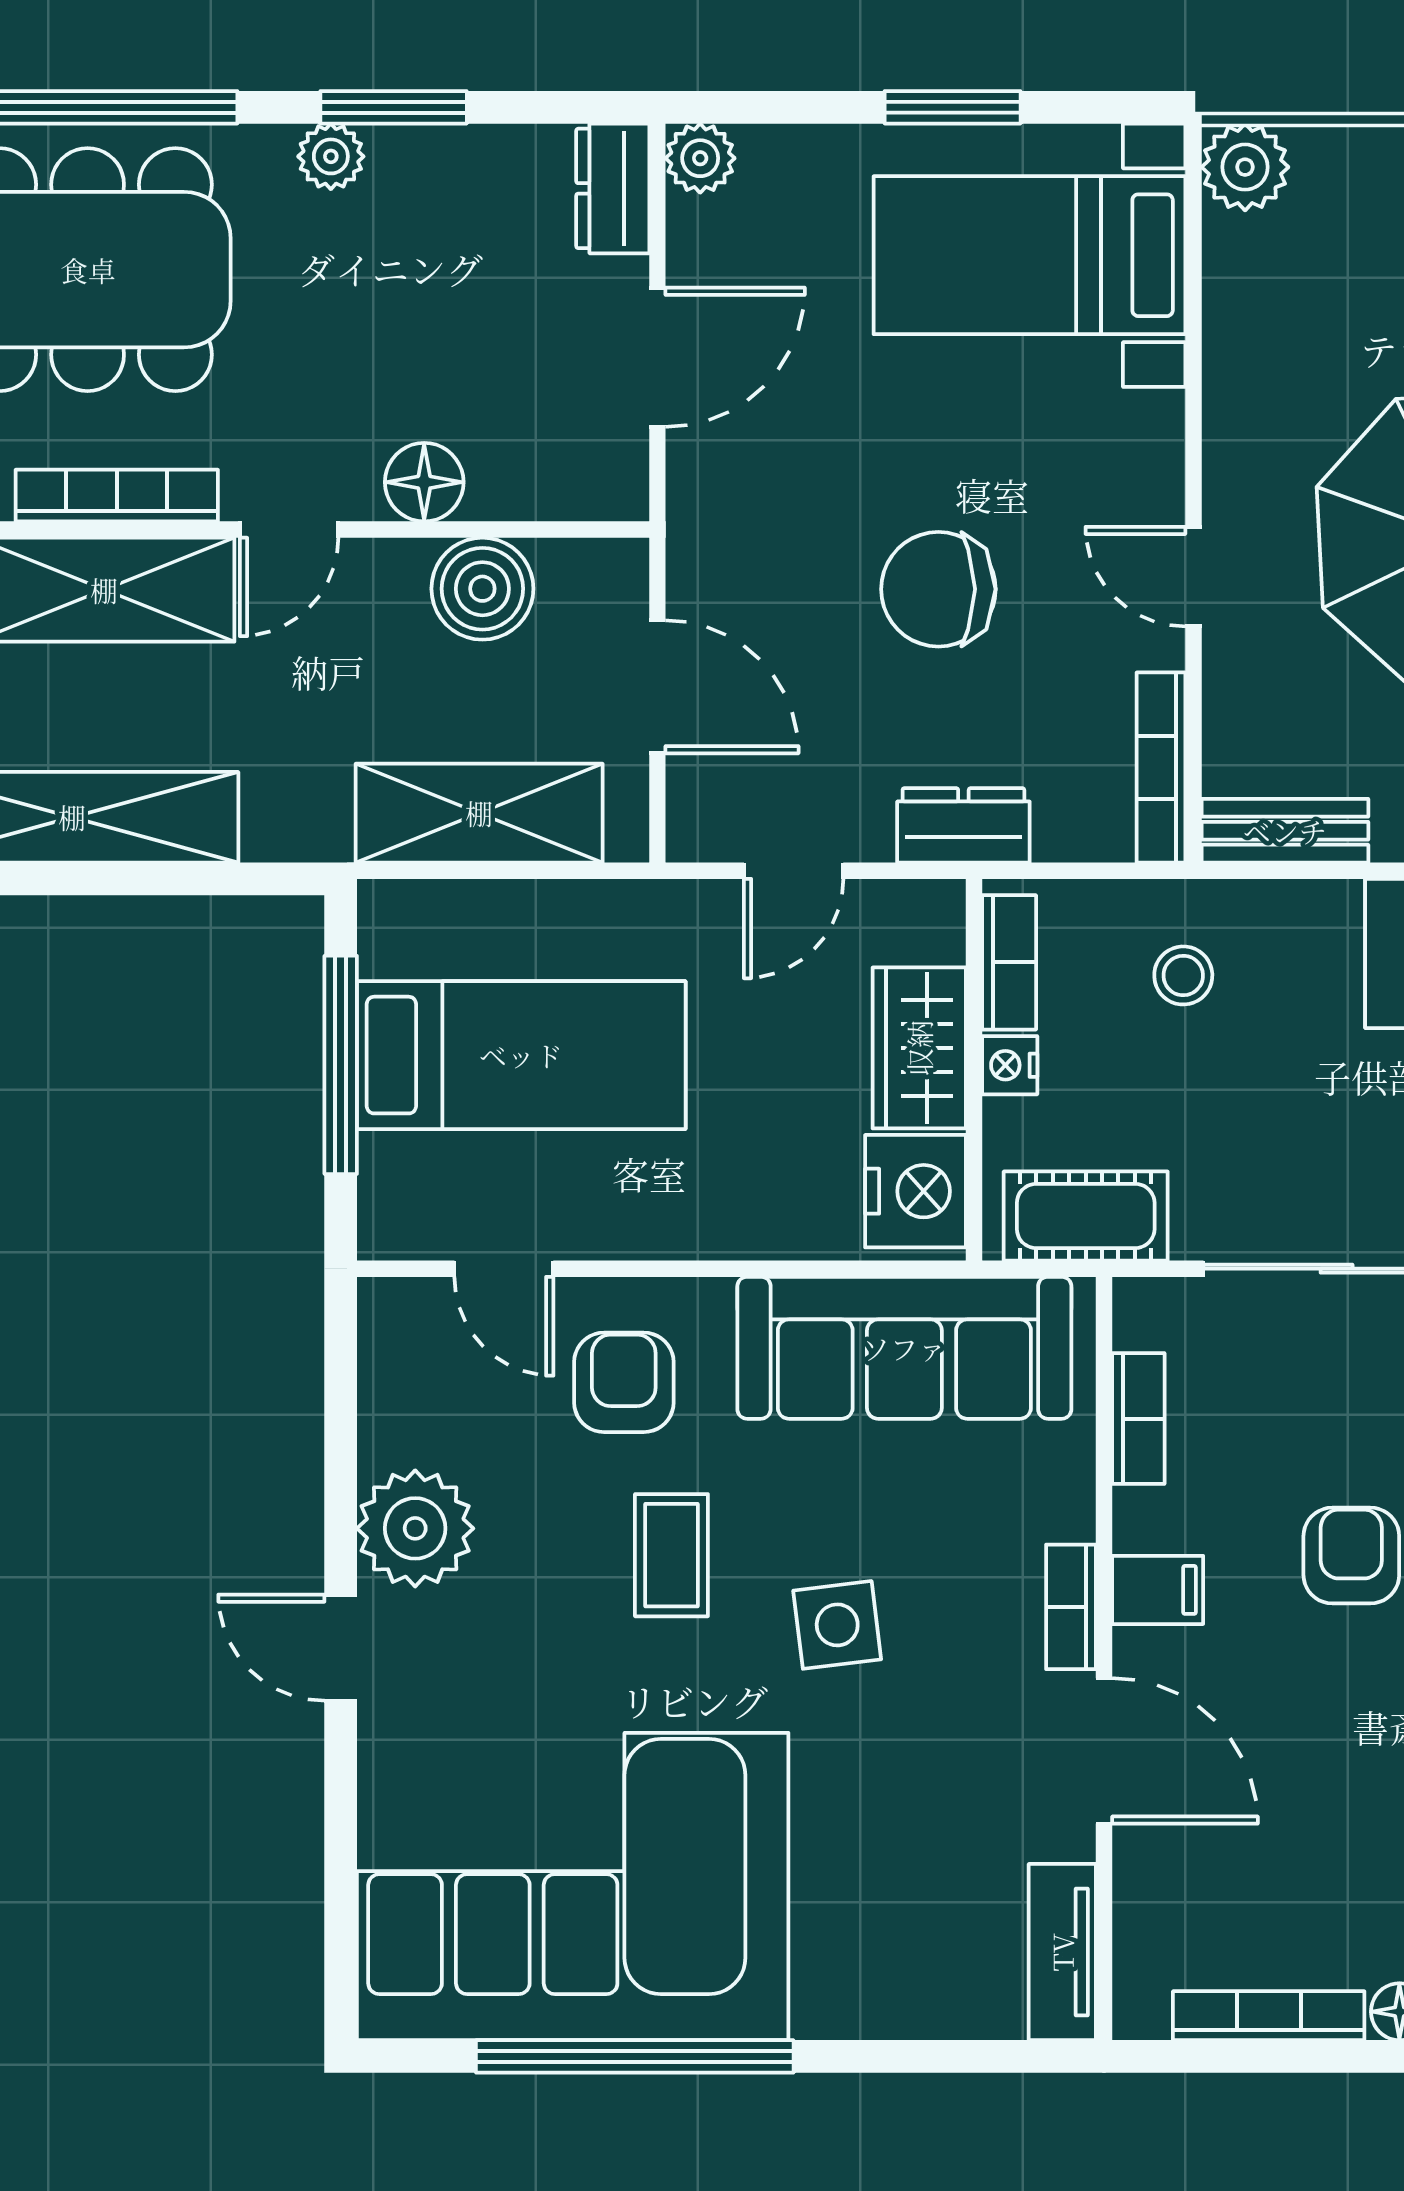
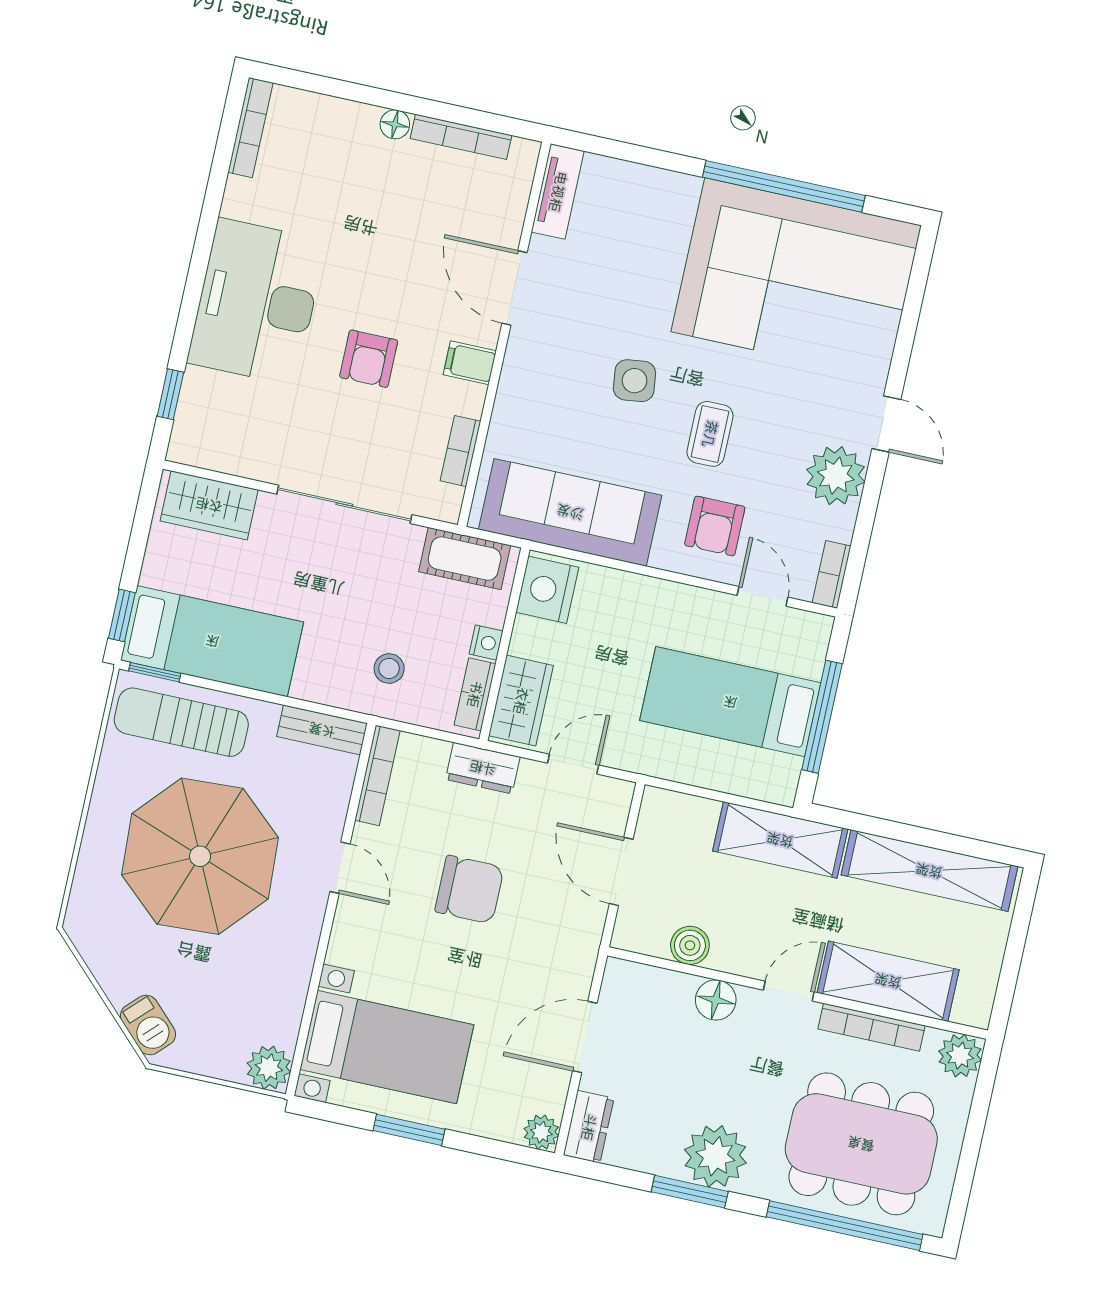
plant: (331, 156) -> (715, 1156), width x1.87, depth x1.87
boiler: (482, 589) -> (690, 945), width x0.73, depth x0.73
shelving: (479, 813) -> (780, 840), moved
wardrobe: (919, 1048) -> (521, 701), moved
bookcase: (1071, 1607) -> (832, 574), moved, turned 180

